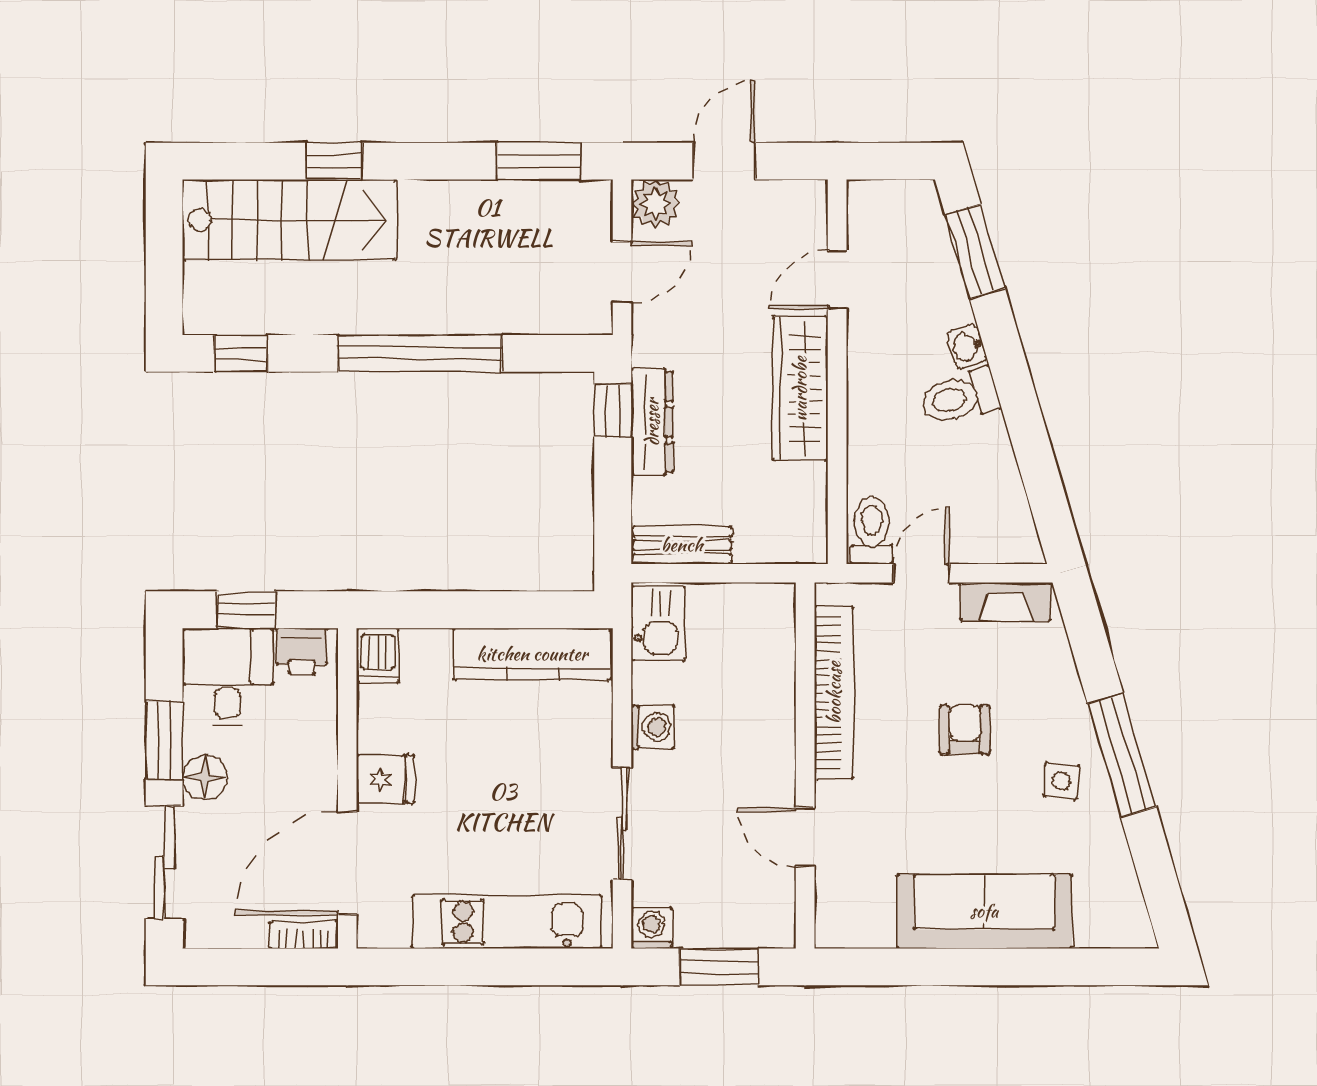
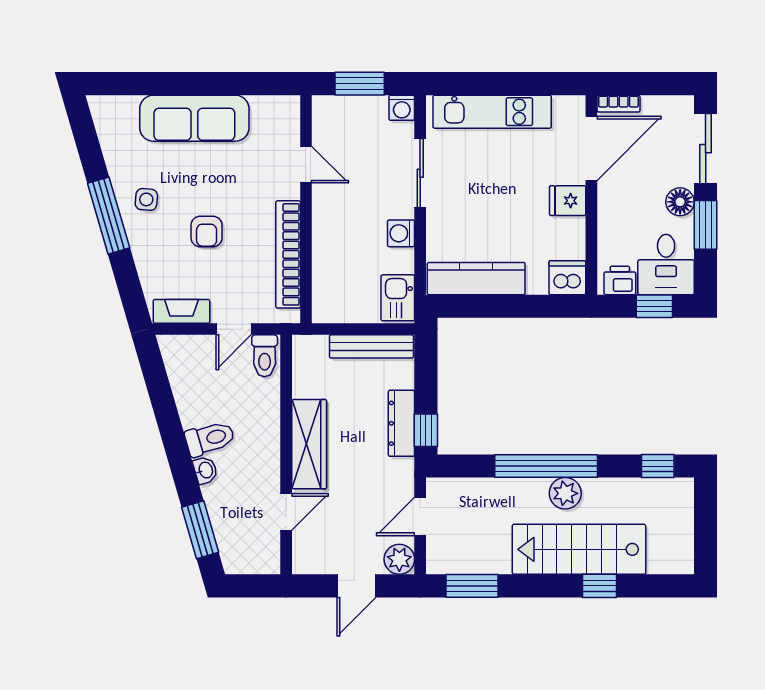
stairs: (289, 220) -> (579, 549), moved
plant: (389, 310) -> (565, 493), added
bench: (682, 545) -> (371, 346), width x1.36
dishwasher: (378, 656) -> (567, 278), width x1.38

